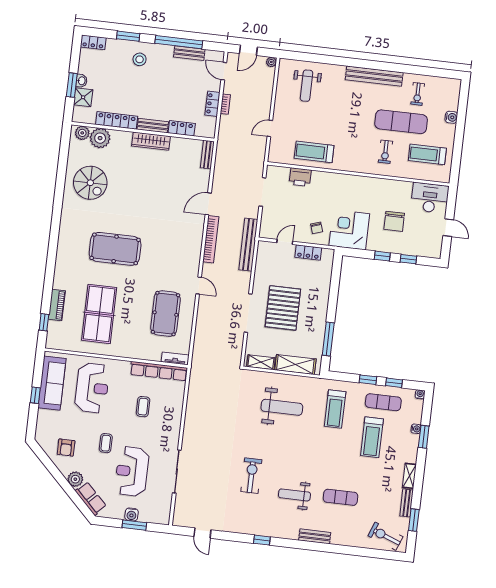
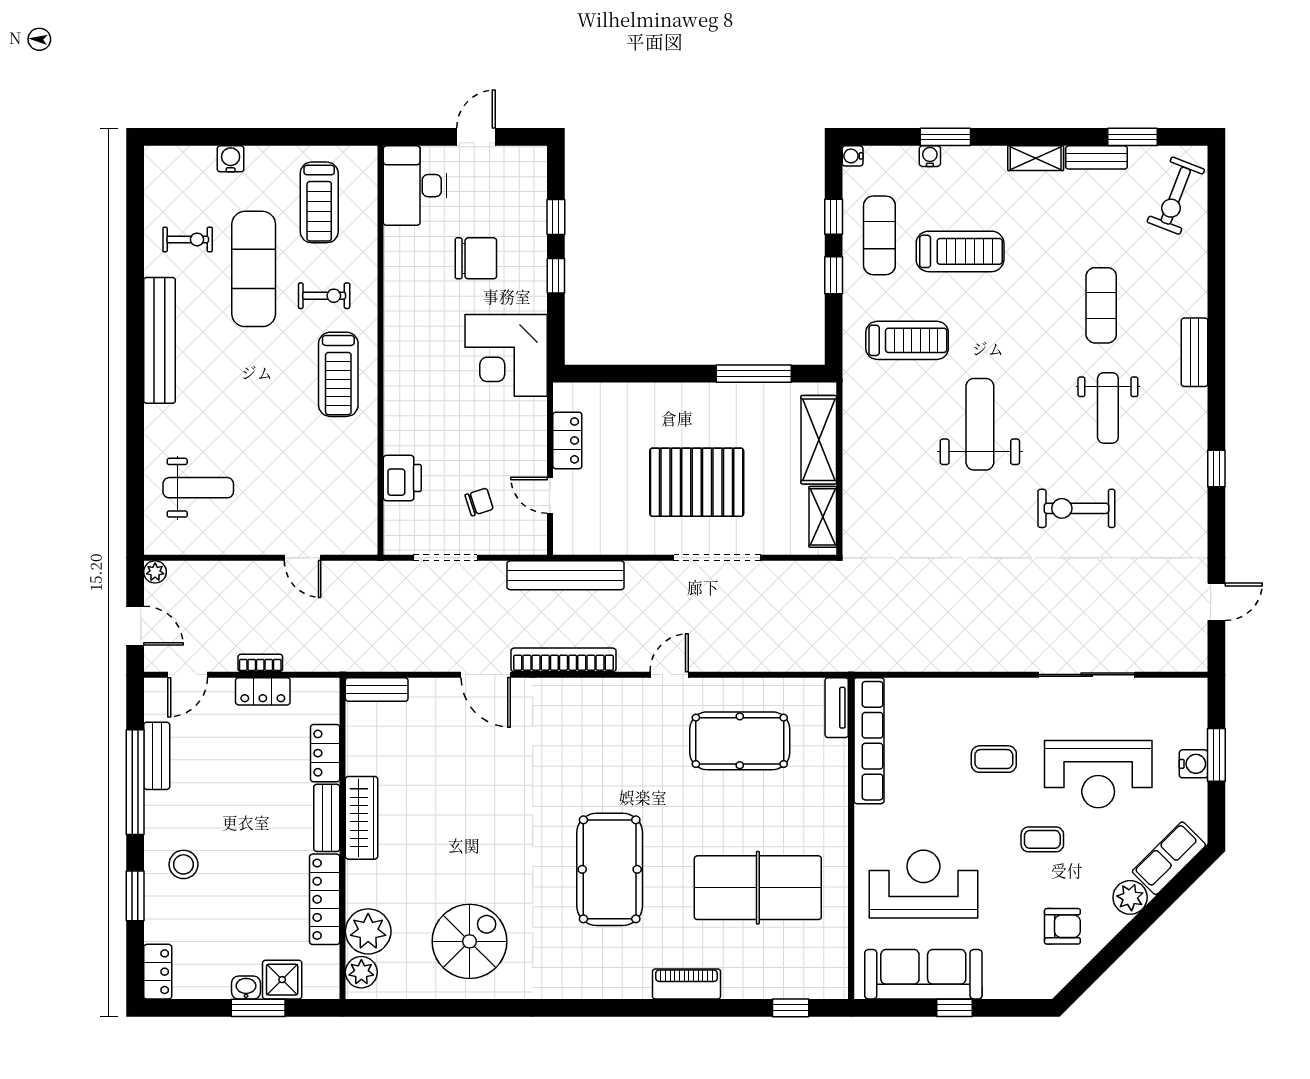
treadmill: (314, 152) -> (338, 374), moved
chair: (317, 228) -> (479, 502), moved
piano: (57, 305) -> (687, 984), moved
coffee table: (143, 407) -> (994, 759), moved
weight bench: (282, 407) -> (980, 424), moved

